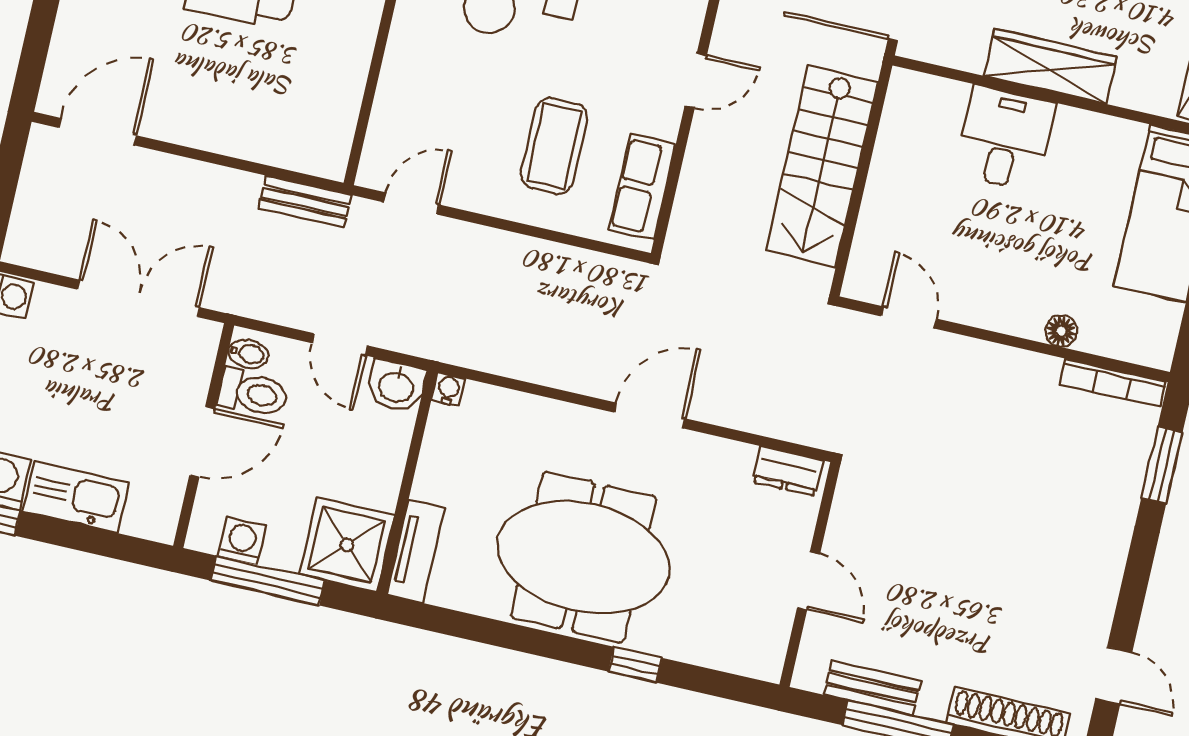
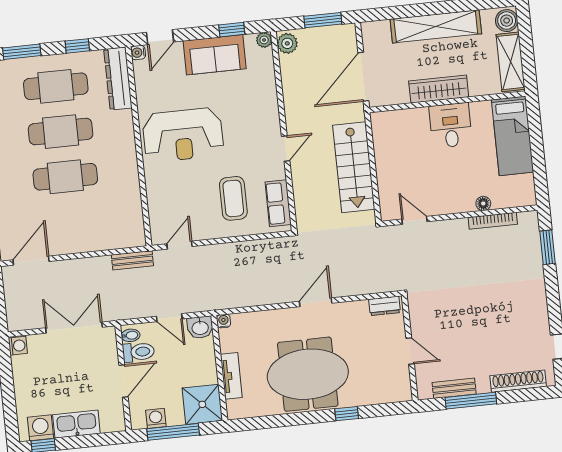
desk: (1005, 139) -> (451, 125), moved
bookcase: (1113, 383) -> (493, 221), moved
tv unit: (416, 551) -> (231, 376), moved

